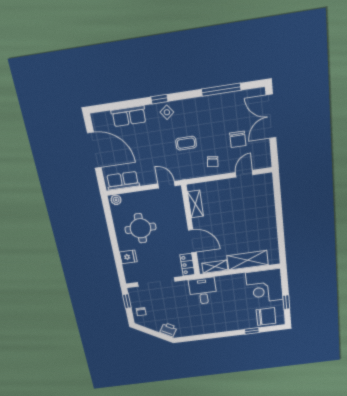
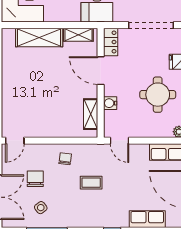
side table: (167, 112) -> (41, 208), moved
door: (244, 174) -> (15, 141), moved
water cooler: (180, 216) -> (110, 103), added

